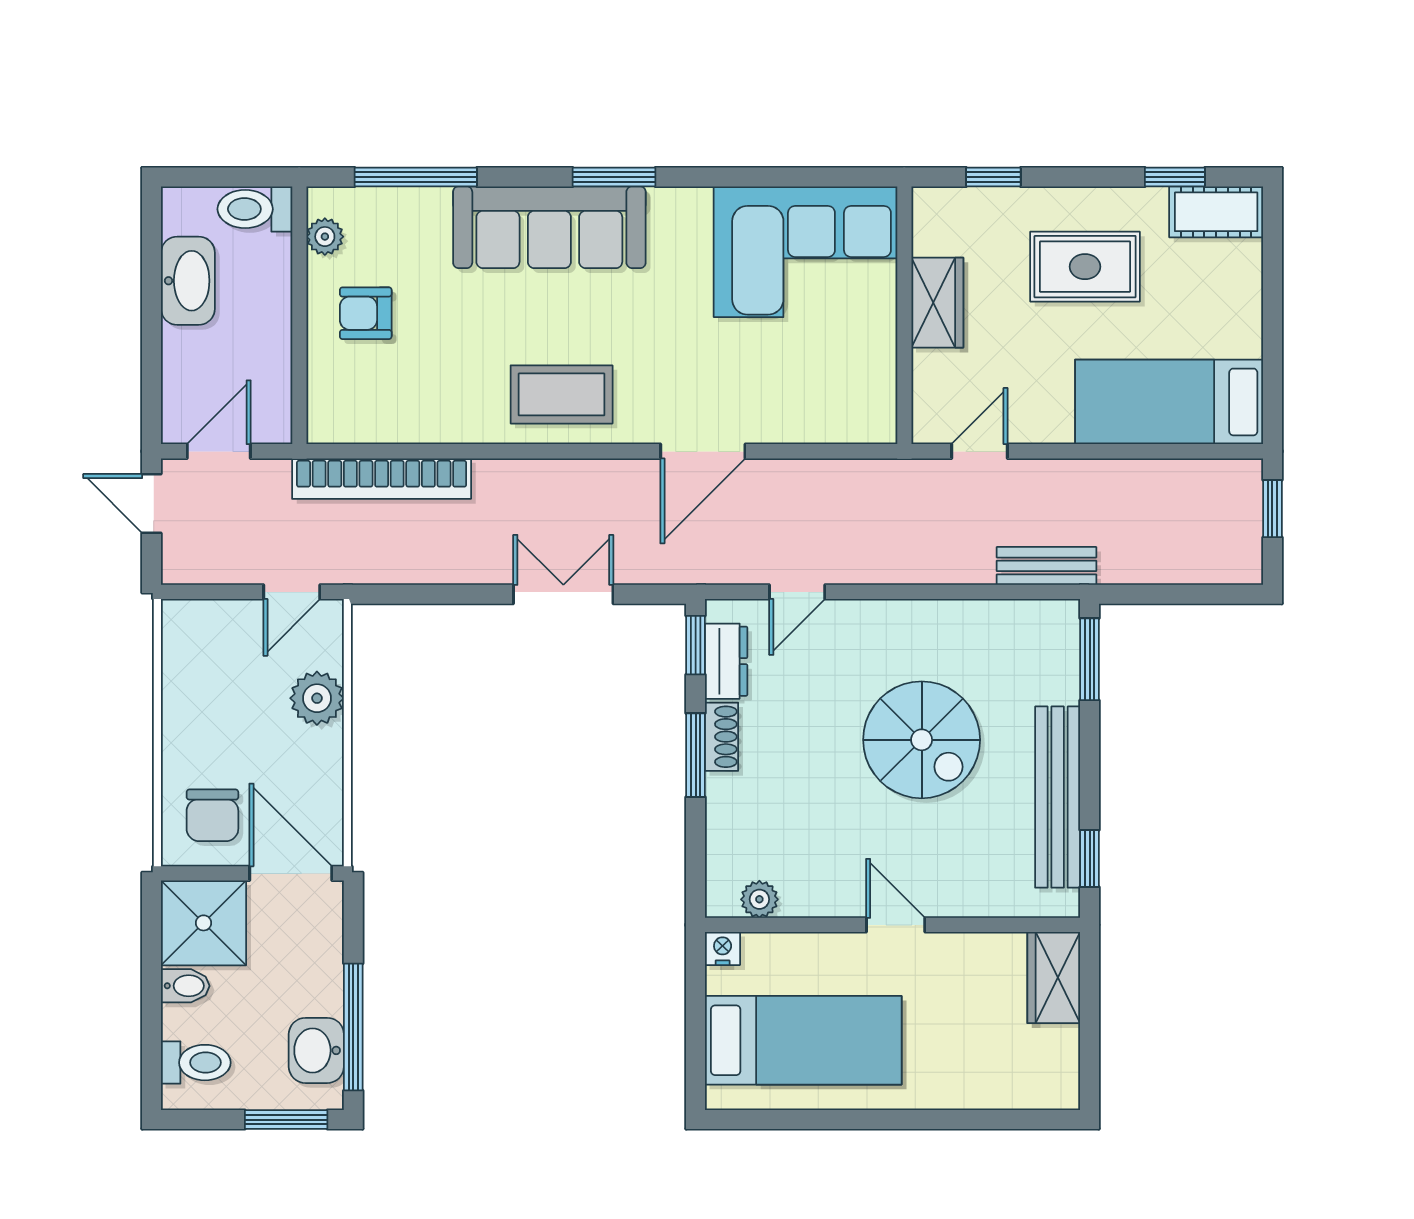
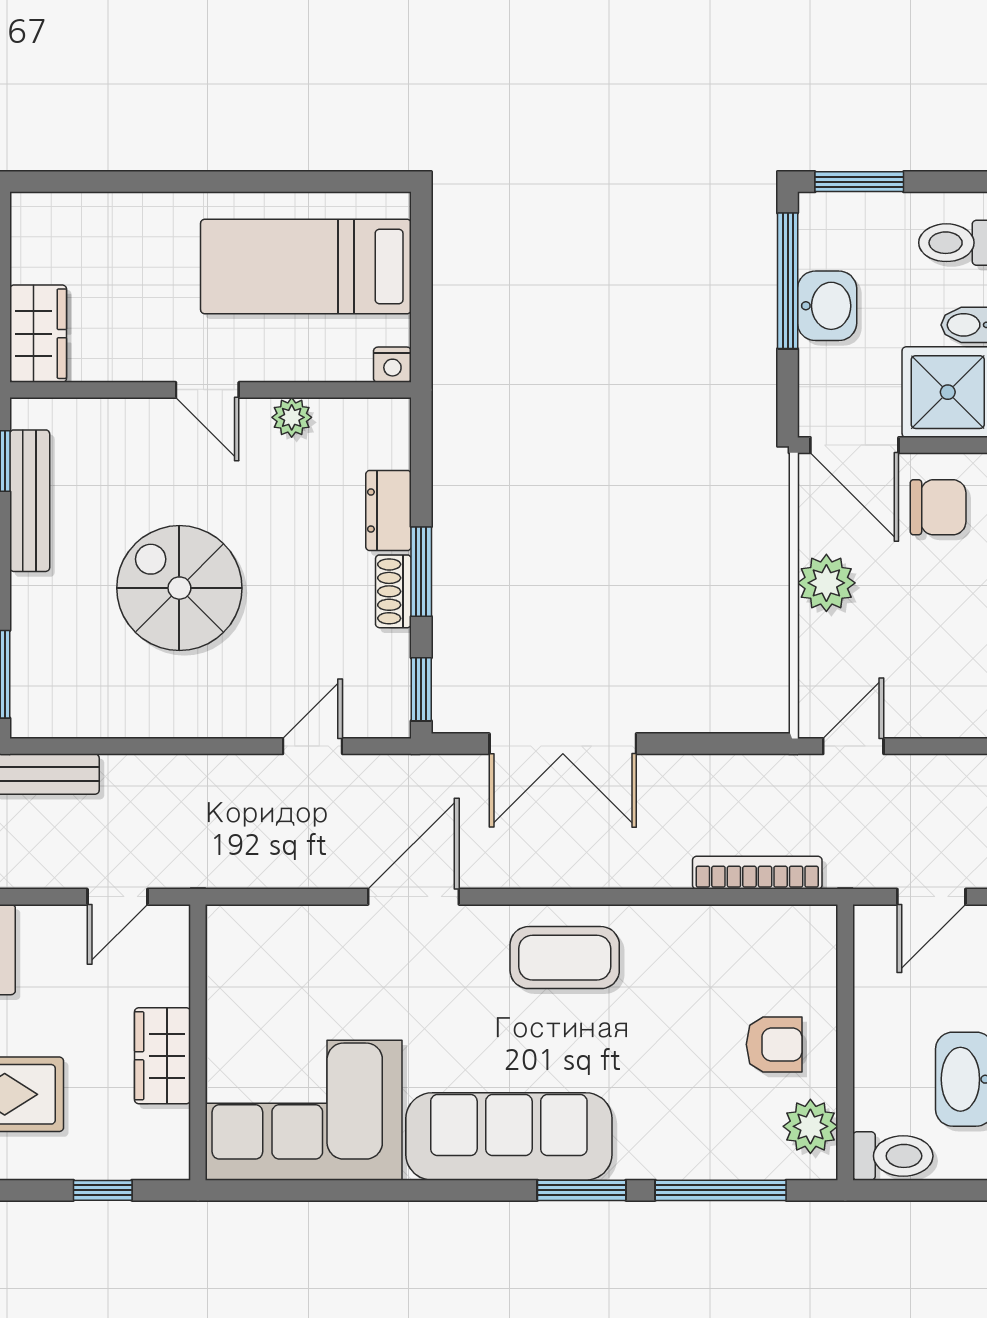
window: (614, 177) -> (582, 1190), moved
sofa: (549, 227) -> (509, 1136), moved
plant: (325, 237) -> (810, 1126), width x1.38, depth x1.38
bookcase: (382, 479) -> (757, 873), width x0.68, depth x0.76
double door: (563, 594) -> (563, 744), width x1.37
dresser: (726, 661) -> (389, 511), moved
plant: (317, 698) -> (826, 583), moved
bench: (1058, 797) -> (30, 501), width x0.73, depth x0.82
chair: (212, 815) -> (938, 507), turned 90
plant: (759, 899) -> (292, 417), moved
washbasin: (316, 1050) -> (827, 306), moved

